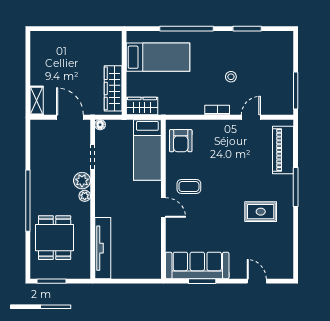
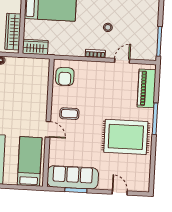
bed: (147, 150) -> (30, 161), moved, turned 180
rug: (261, 212) -> (126, 137), width x1.86, depth x2.06

